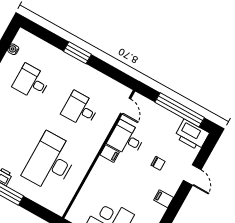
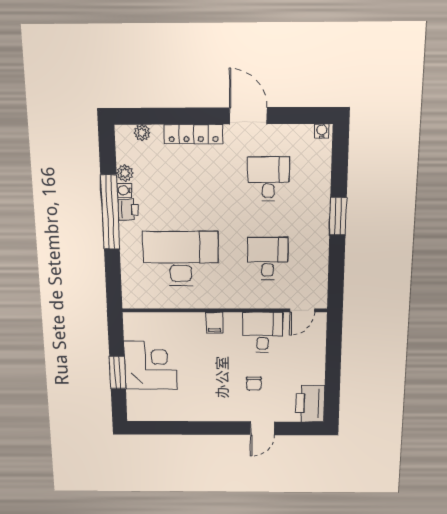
water cooler: (13, 49) -> (322, 131), moved
window: (180, 110) -> (333, 375), removed
filing cabinet: (110, 154) -> (214, 323), moved
filing cabinet: (164, 199) -> (215, 411), removed

